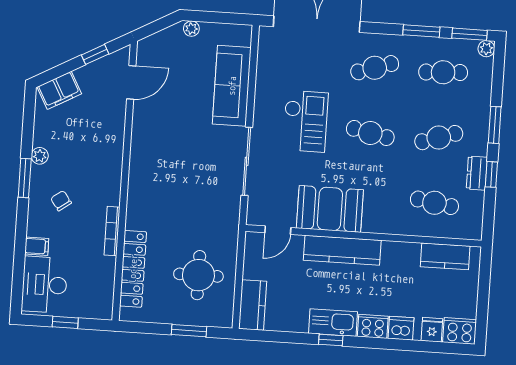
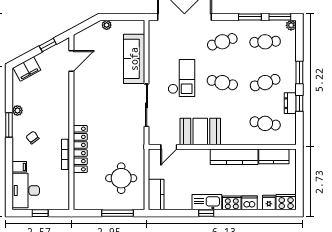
kitchen counter: (342, 250) -> (234, 157), moved
locker: (133, 269) -> (80, 149), moved
window: (189, 331) -> (118, 213), width x1.44

